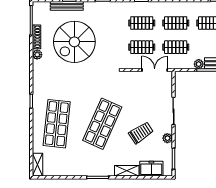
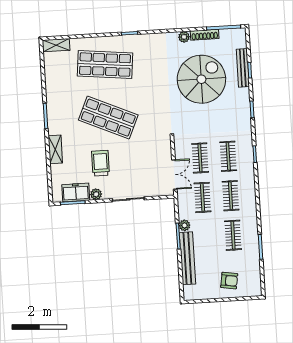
spiral stairs: (74, 42) -> (201, 79), turned 90
trolley: (141, 133) -> (100, 163), turned -147
freezer: (151, 169) -> (76, 192), moved, turned -90

